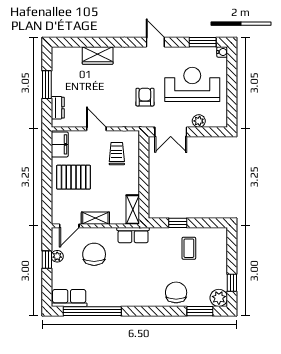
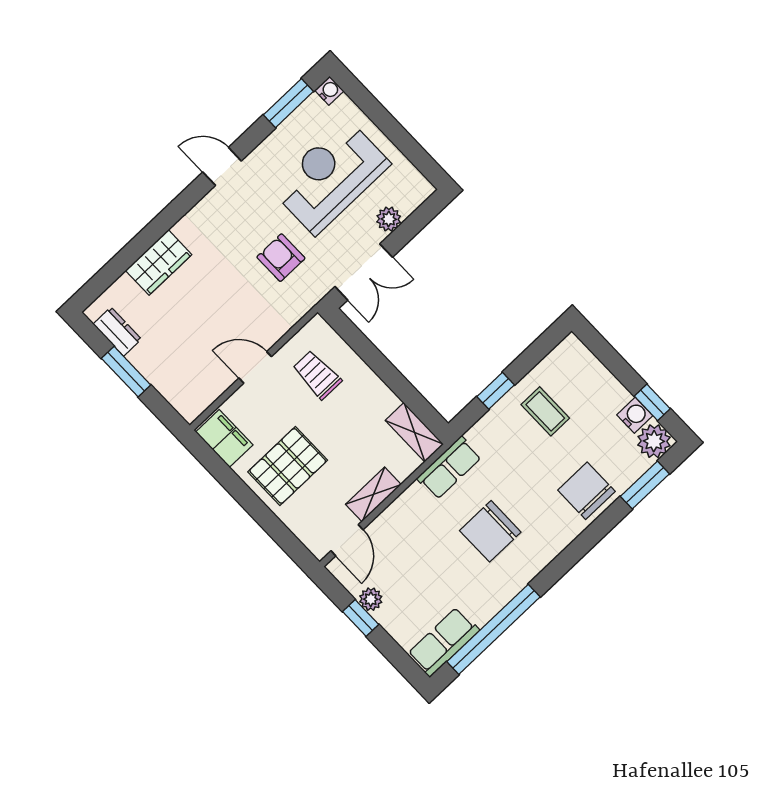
dresser: (58, 108) -> (117, 332), moved
chair: (94, 254) -> (490, 531), moved, turned -90
water cooler: (221, 281) -> (635, 415), added

